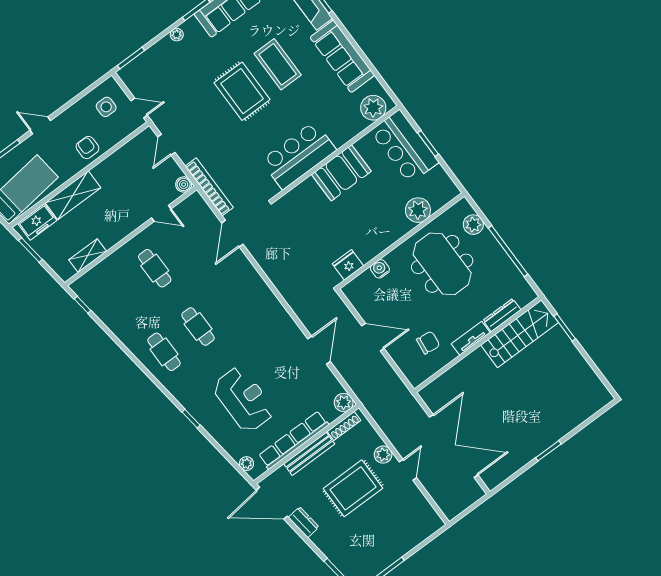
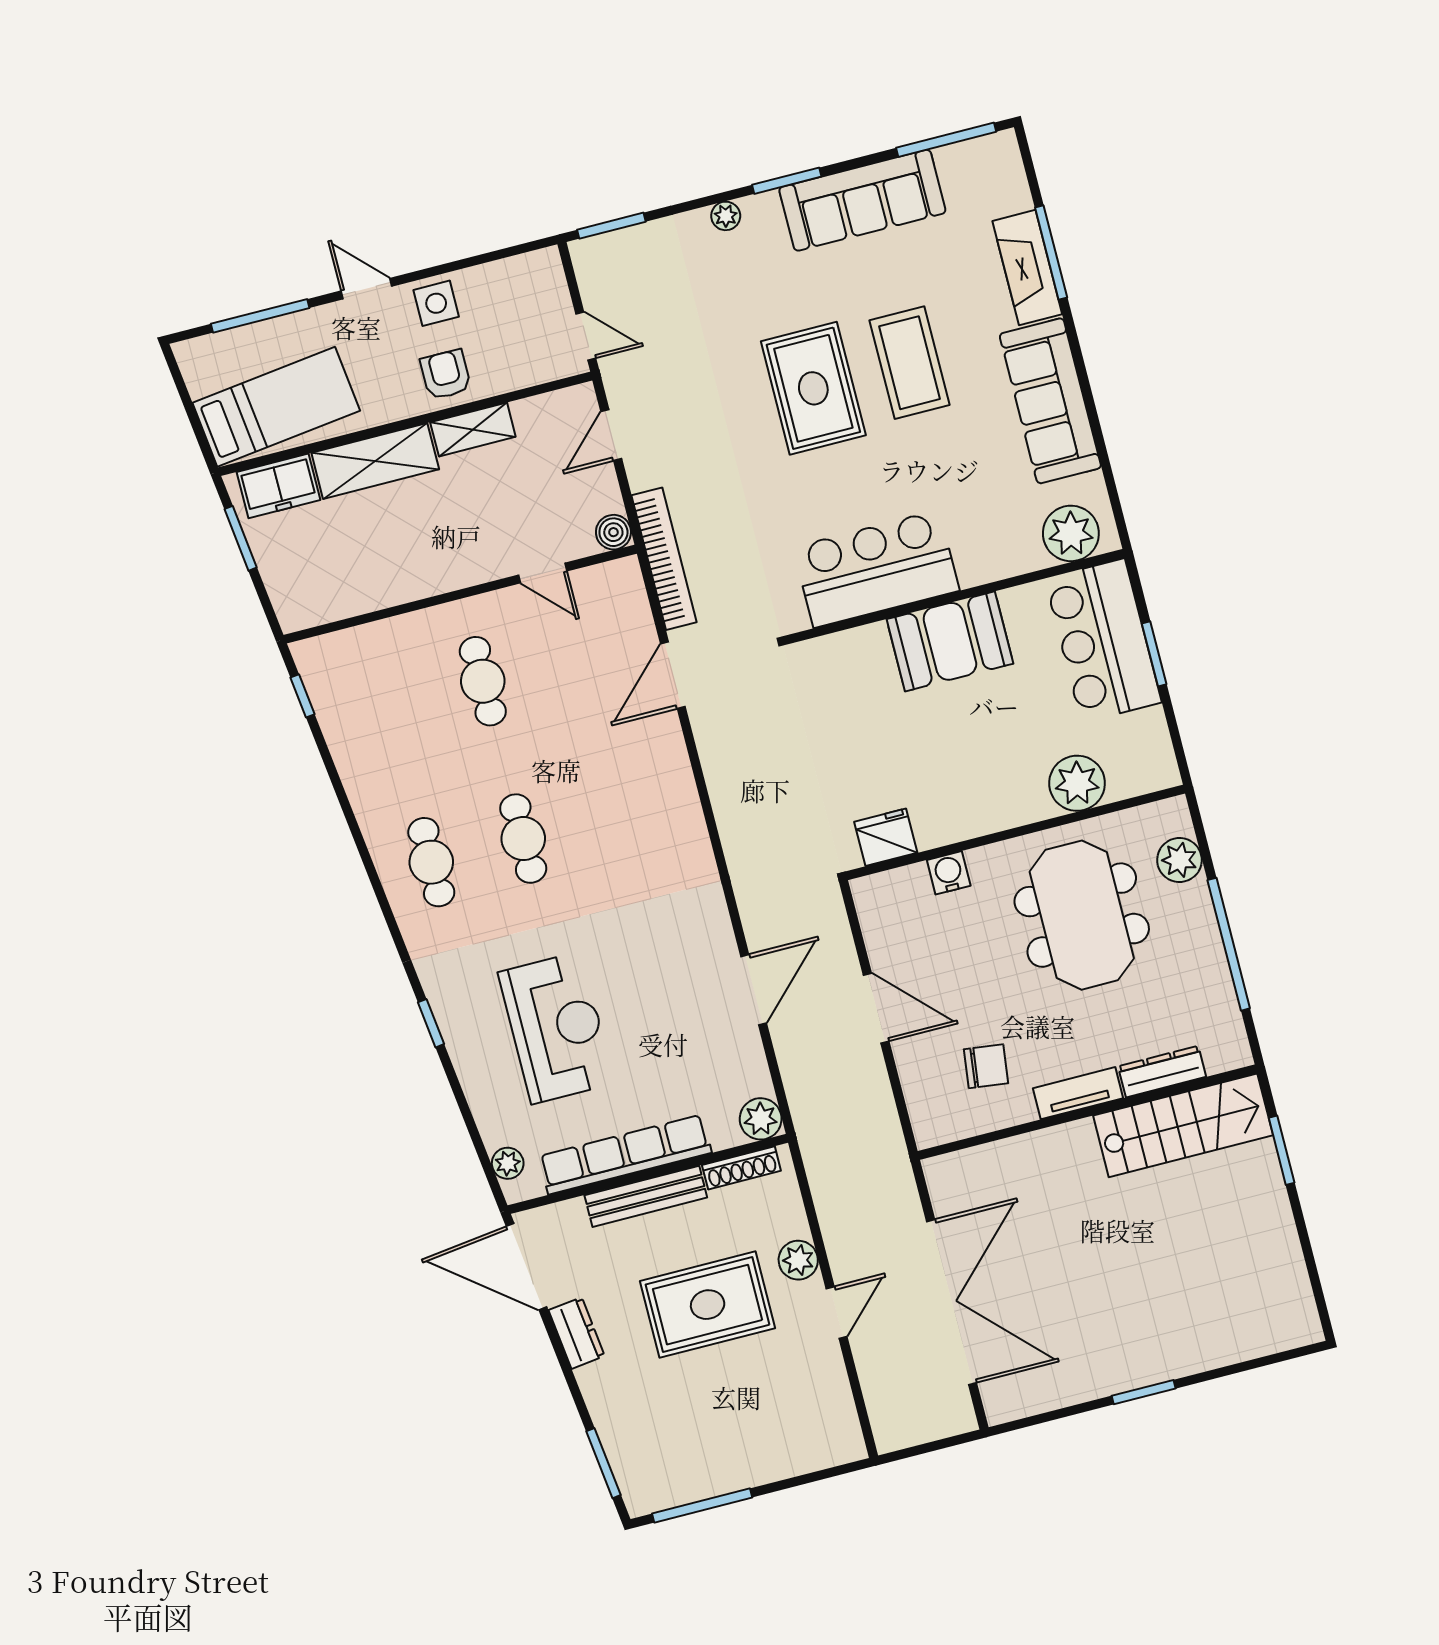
side table: (106, 107) -> (436, 303), moved
shelving: (88, 256) -> (473, 430), moved

